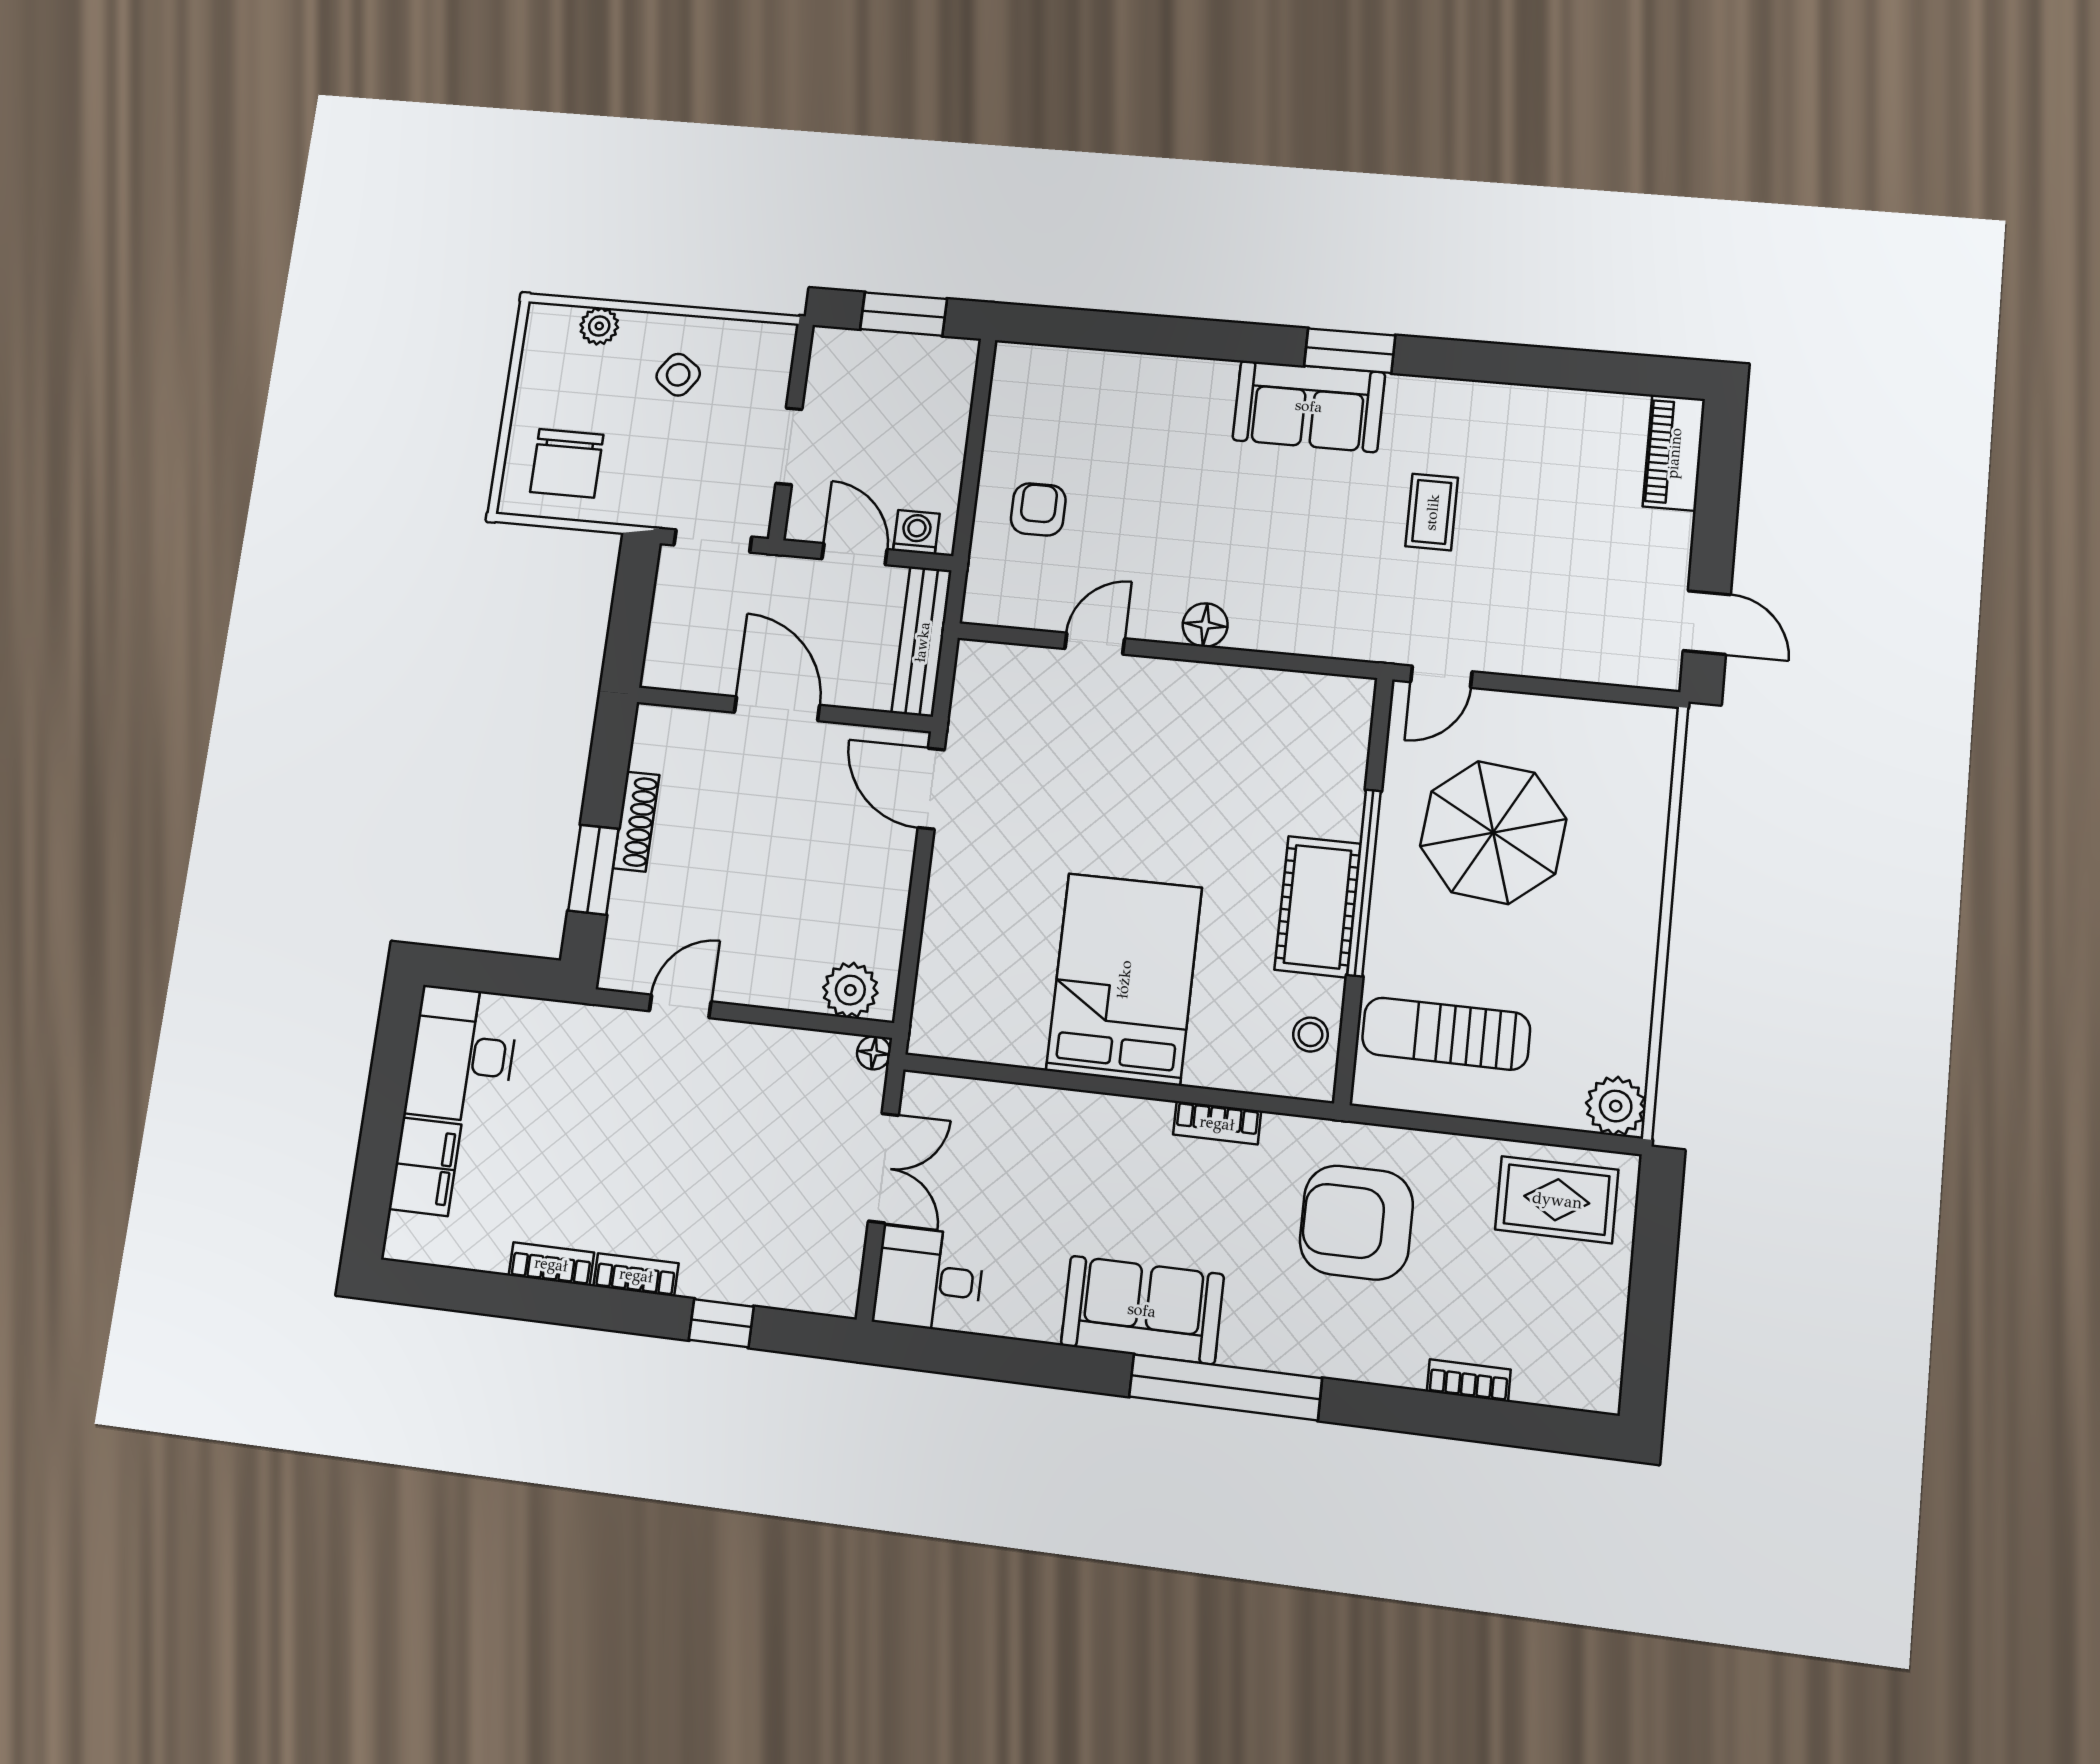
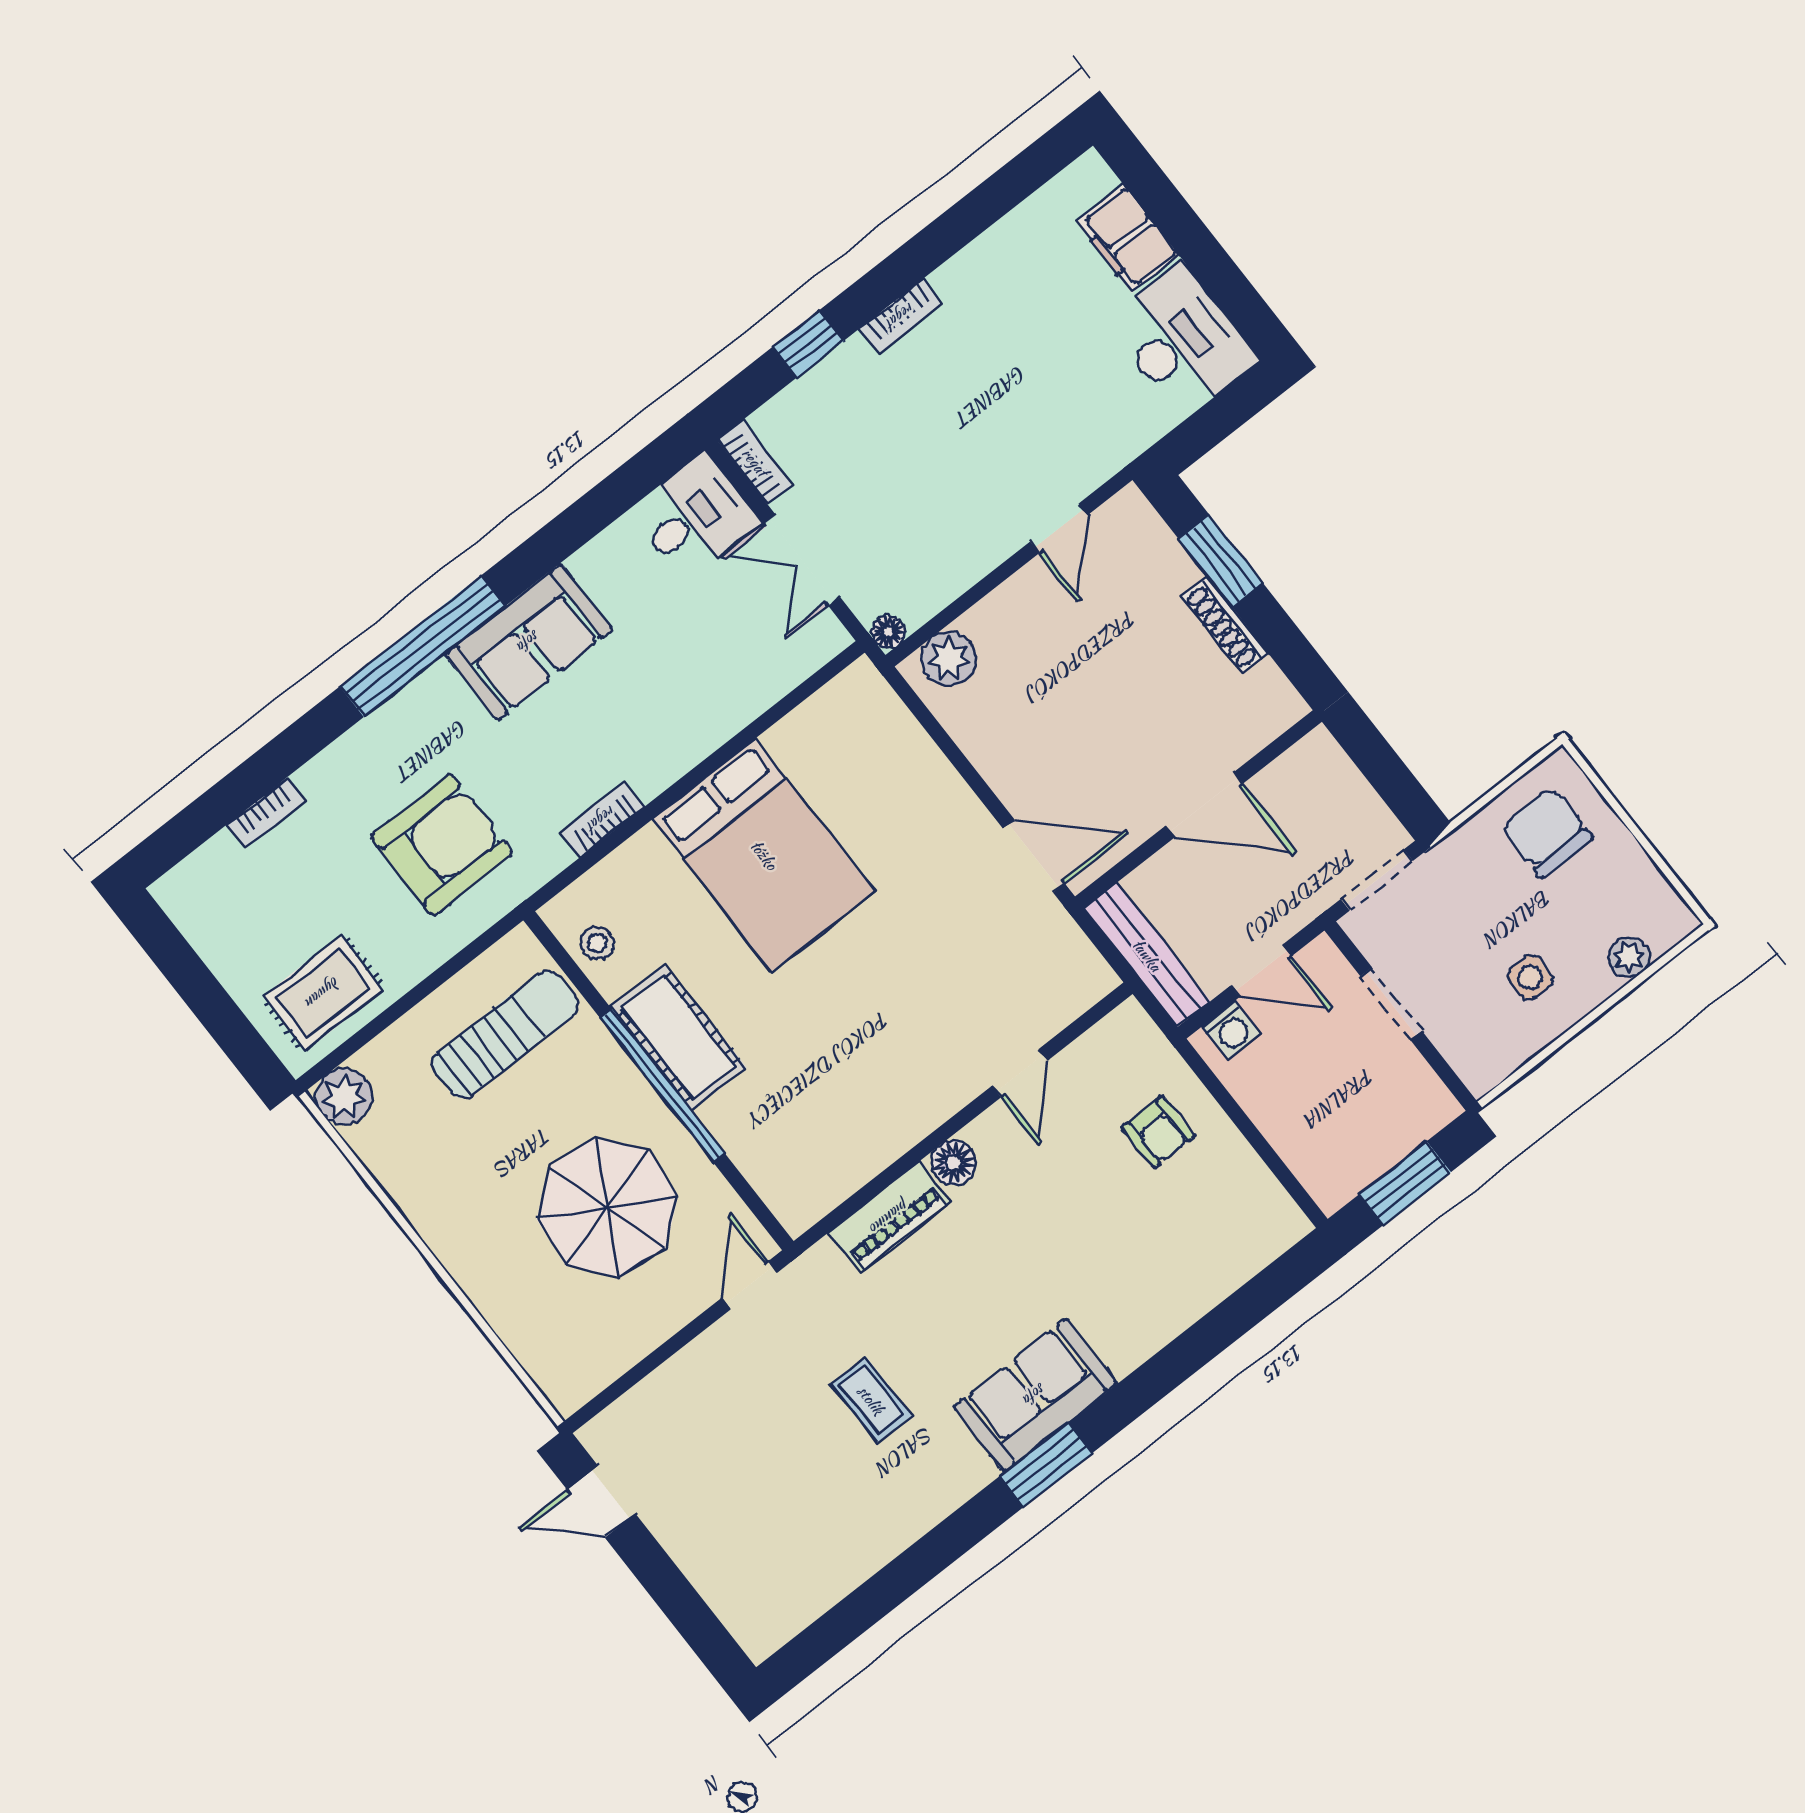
side table: (678, 375) -> (1530, 978), turned -35
piano: (1674, 453) -> (890, 1217), moved, turned 90
bookcase: (551, 1264) -> (755, 462), moved, turned -90

